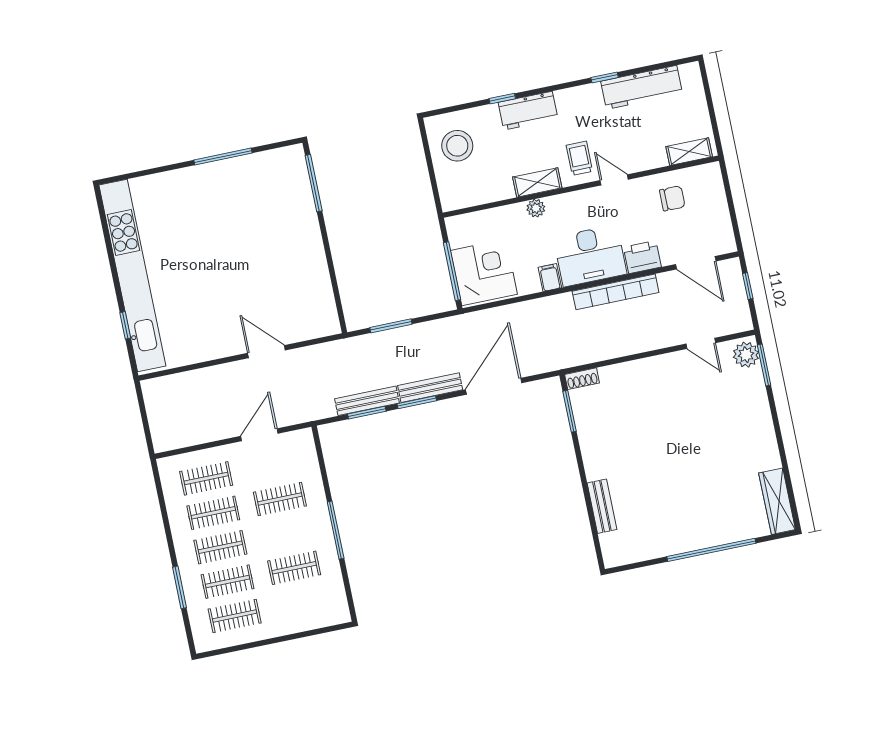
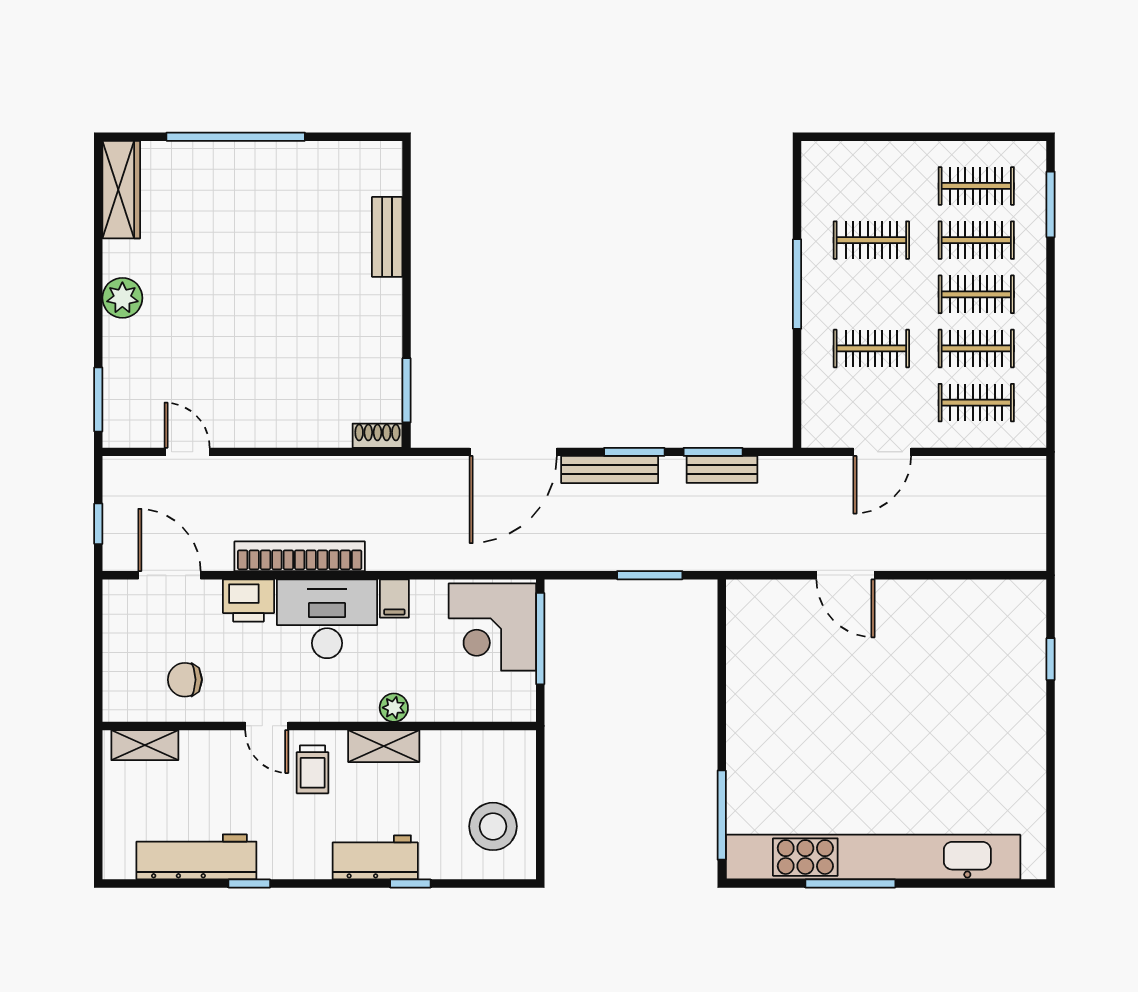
kitchen unit: (132, 275) -> (873, 857), moved, turned 90
plant: (746, 355) -> (122, 298), moved
bench: (367, 401) -> (722, 469), width x0.73
window: (179, 587) -> (1051, 204), moved

